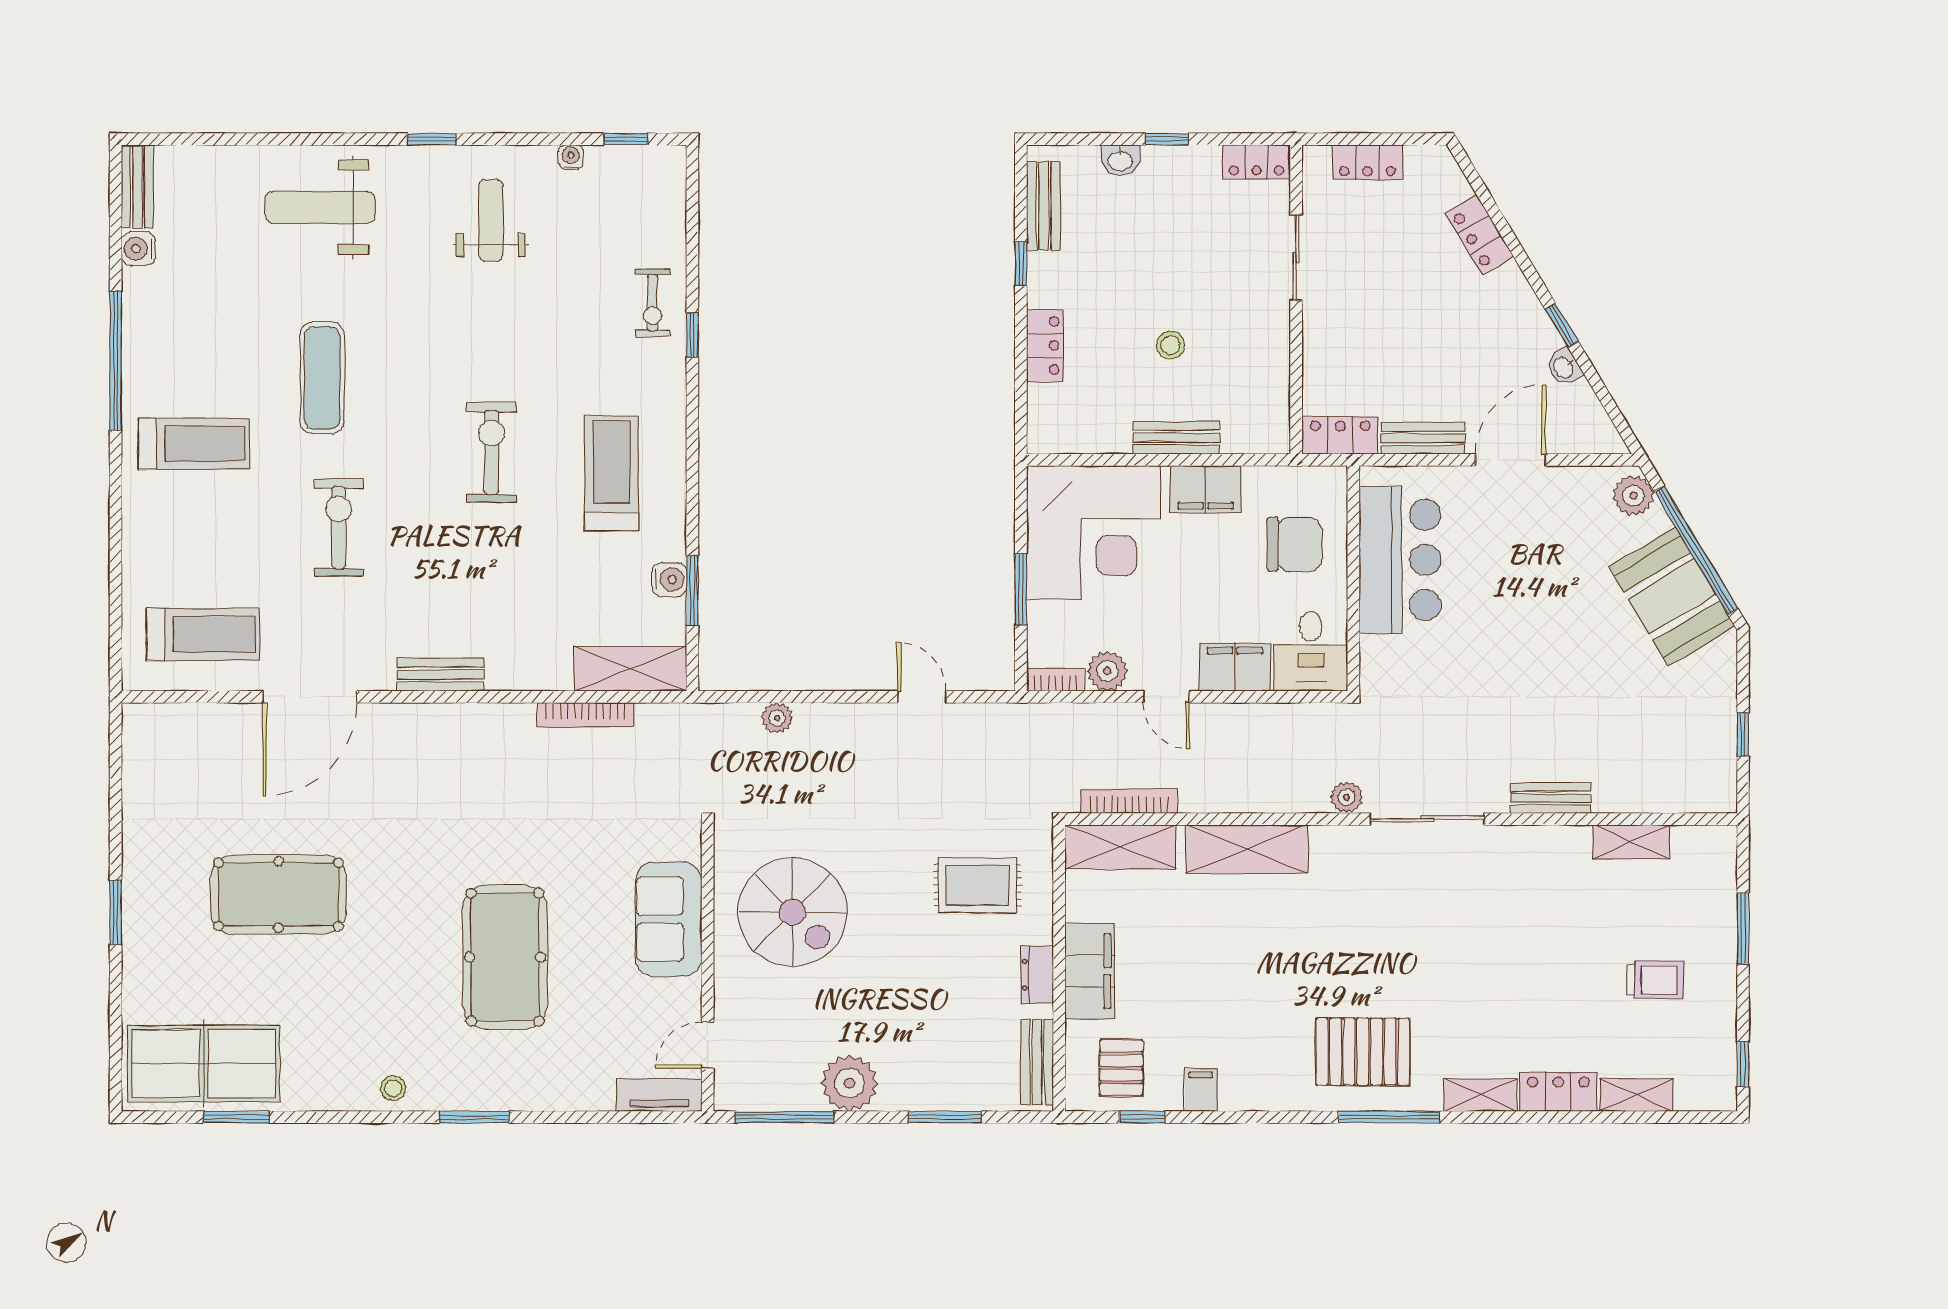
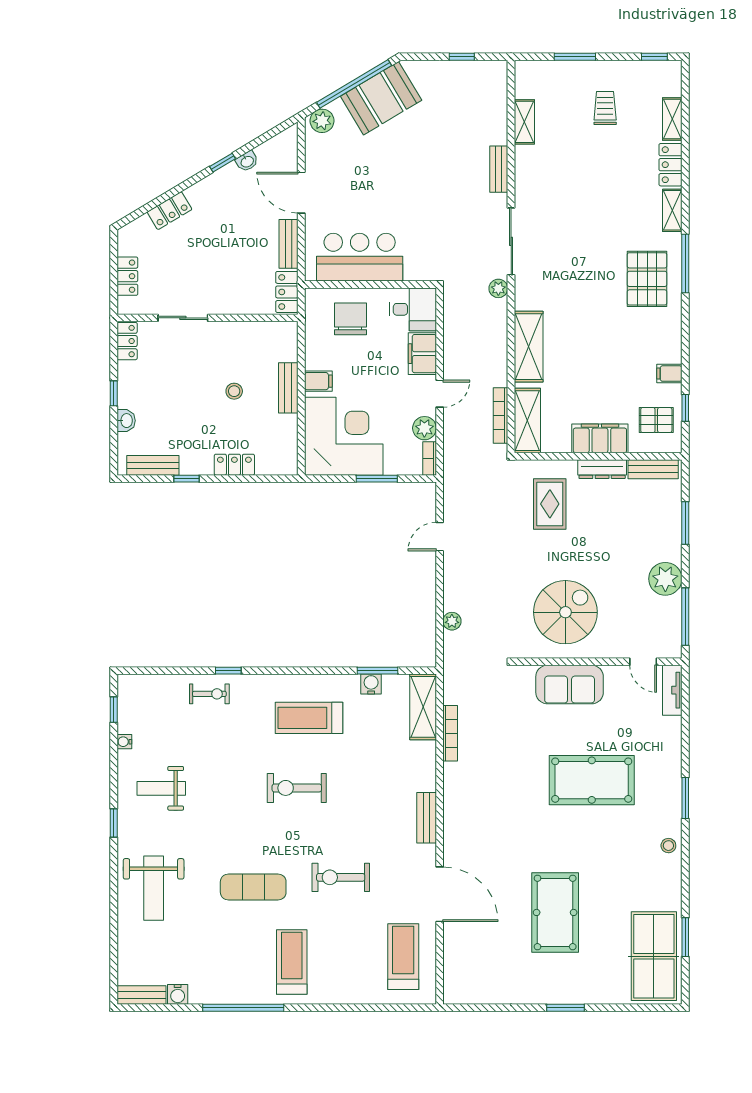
filing cabinet: (1205, 489) -> (318, 381), width x0.50
dresser: (1037, 975) -> (602, 469), width x1.44

